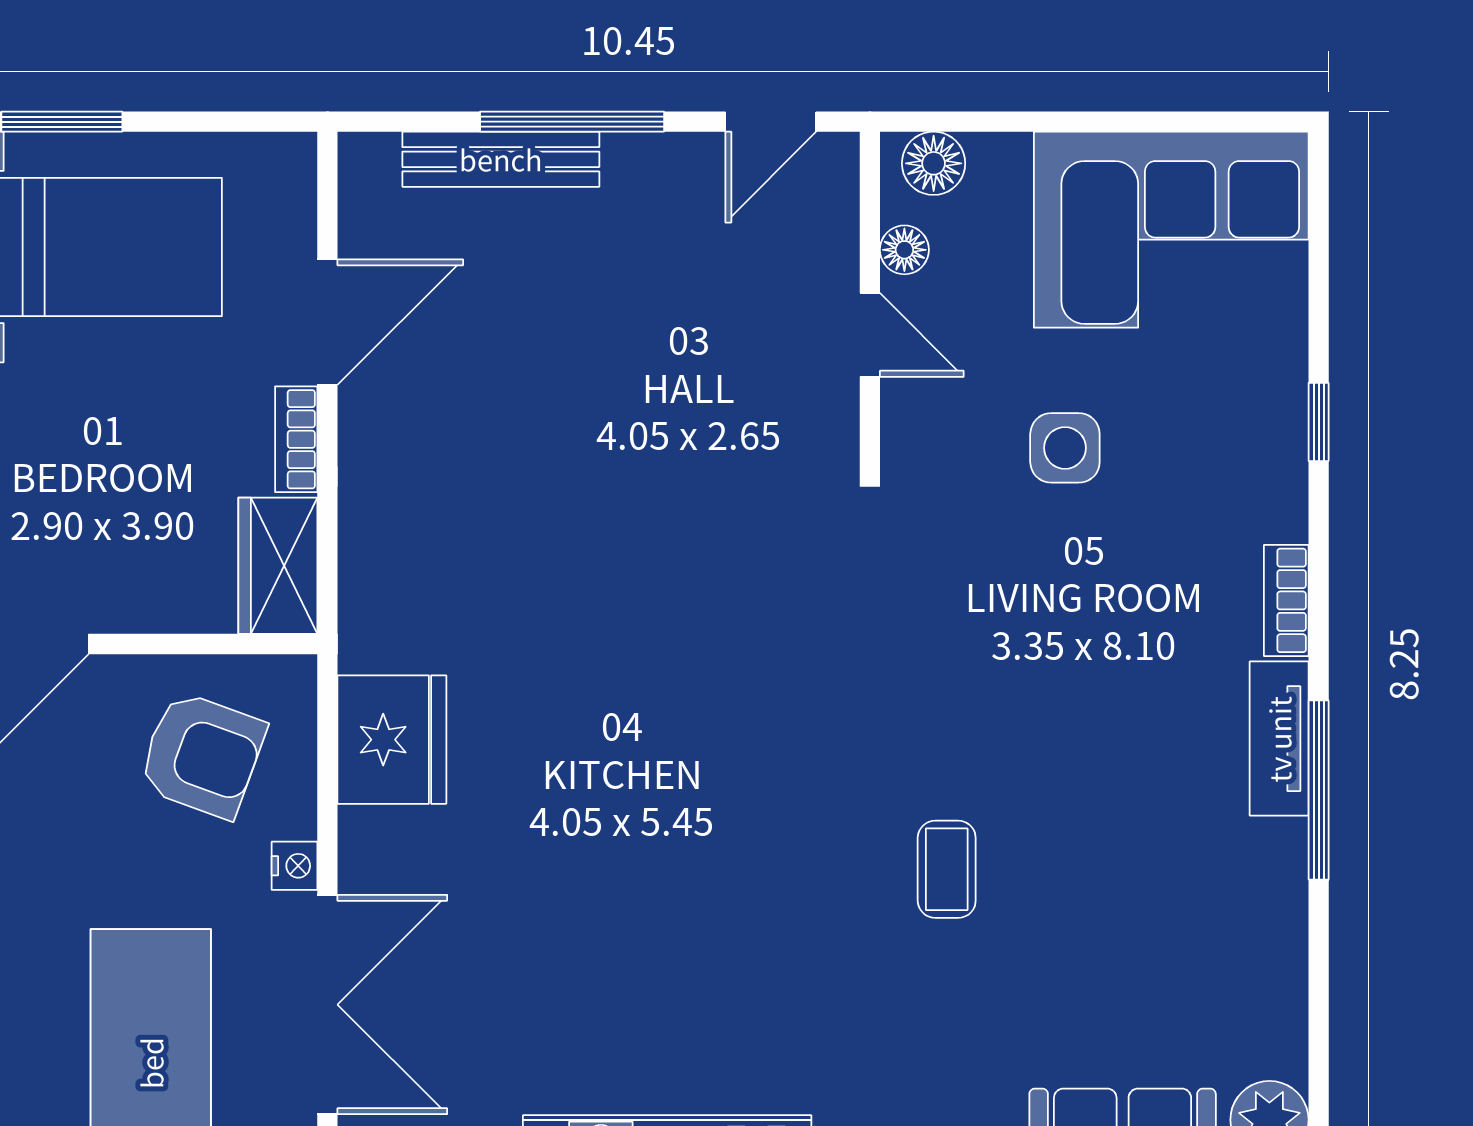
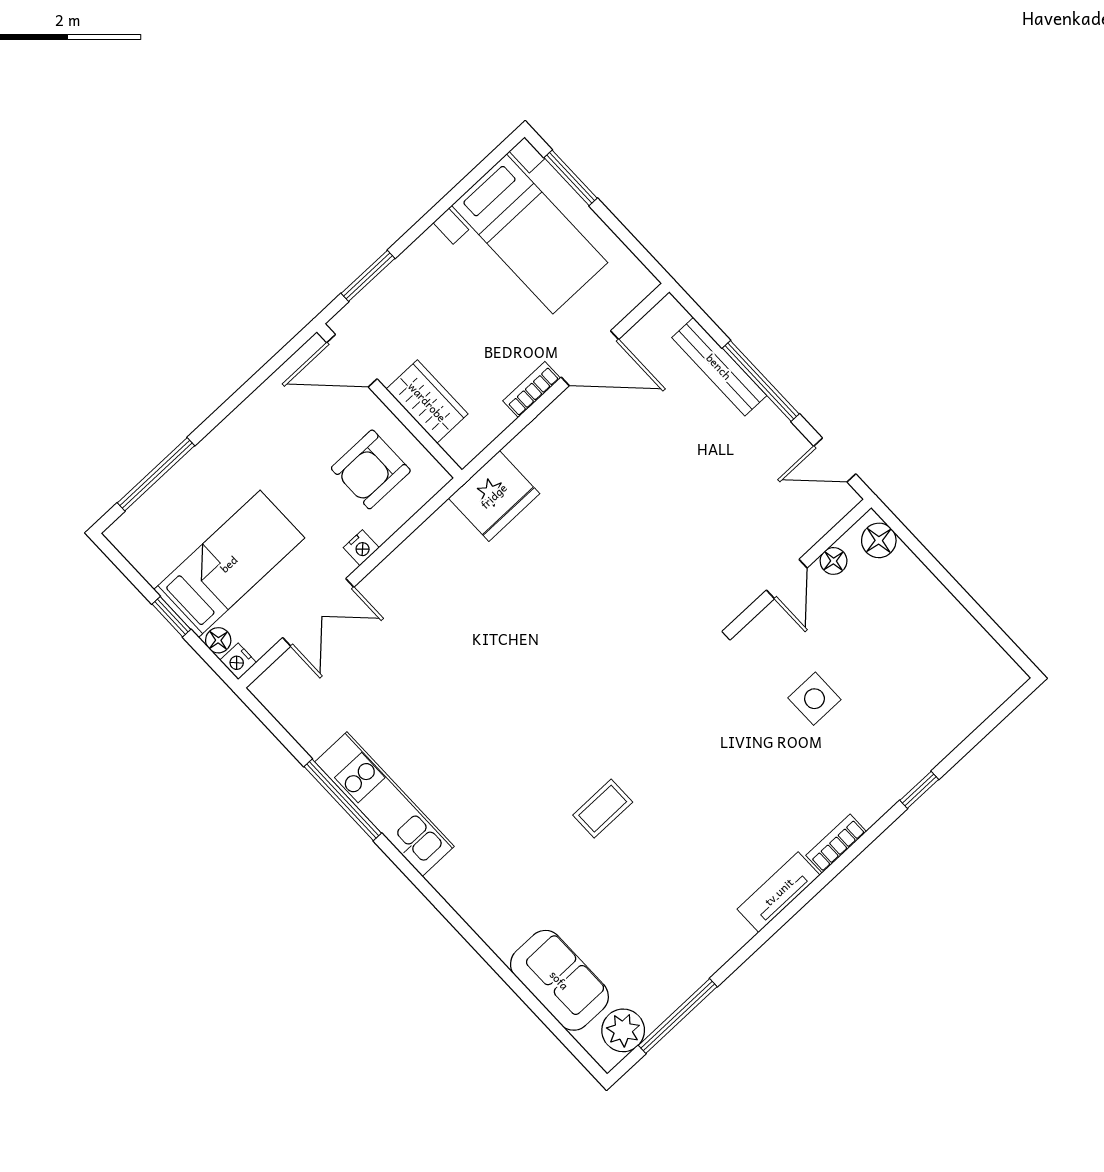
corner sofa: (1171, 230) -> (941, 660), removed
wardrobe: (278, 566) -> (427, 402), moved, turned 90
fridge: (392, 740) -> (494, 496), moved
armchair: (202, 755) -> (371, 469), turned 70
window: (1319, 790) -> (678, 1016), moved
double door: (327, 1005) -> (318, 612), width x0.73

